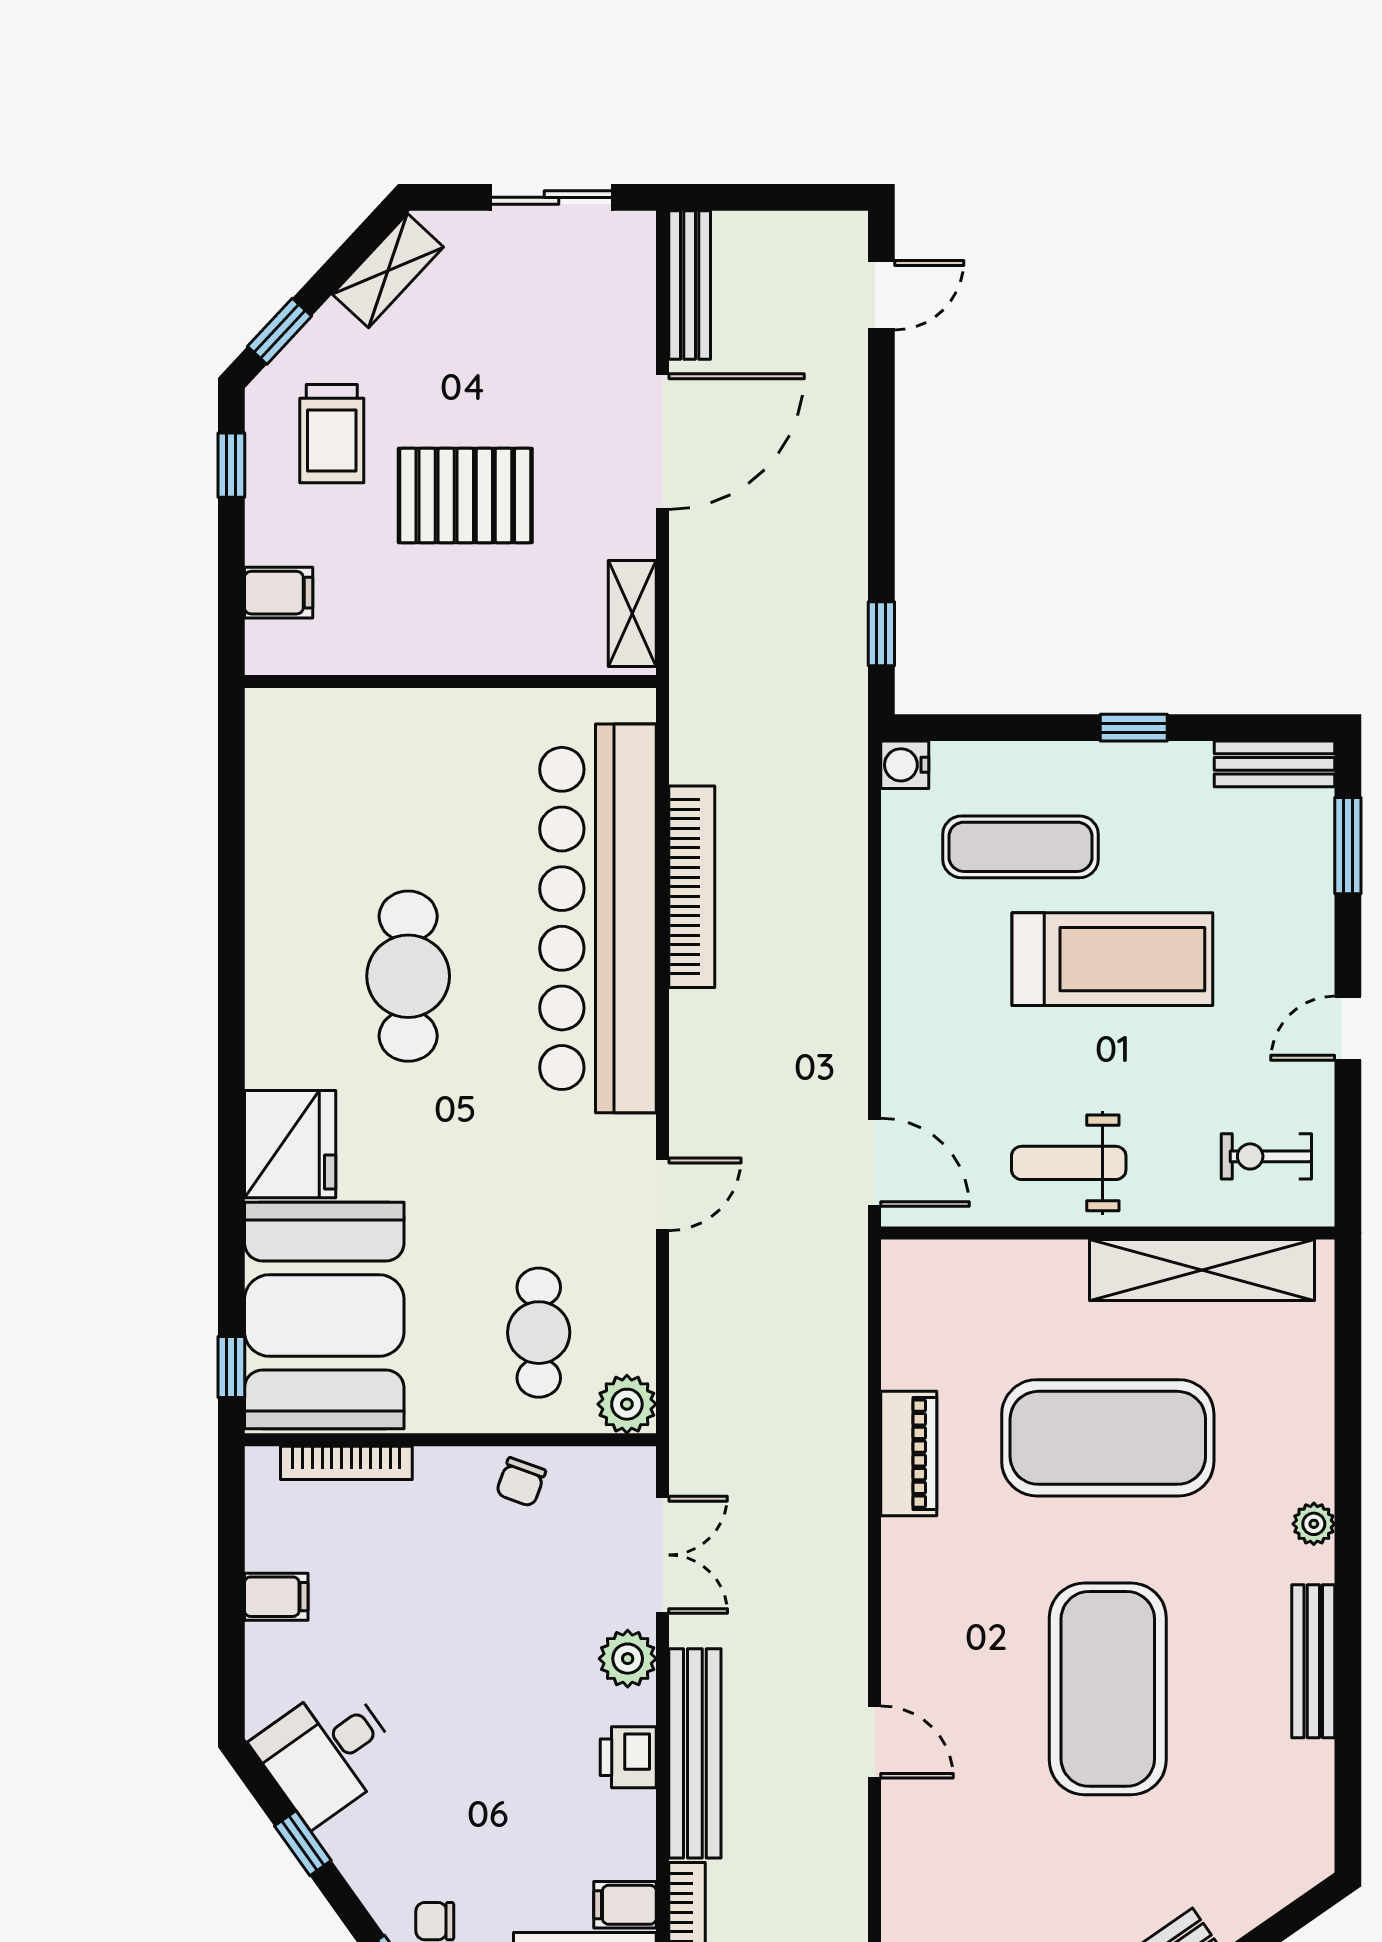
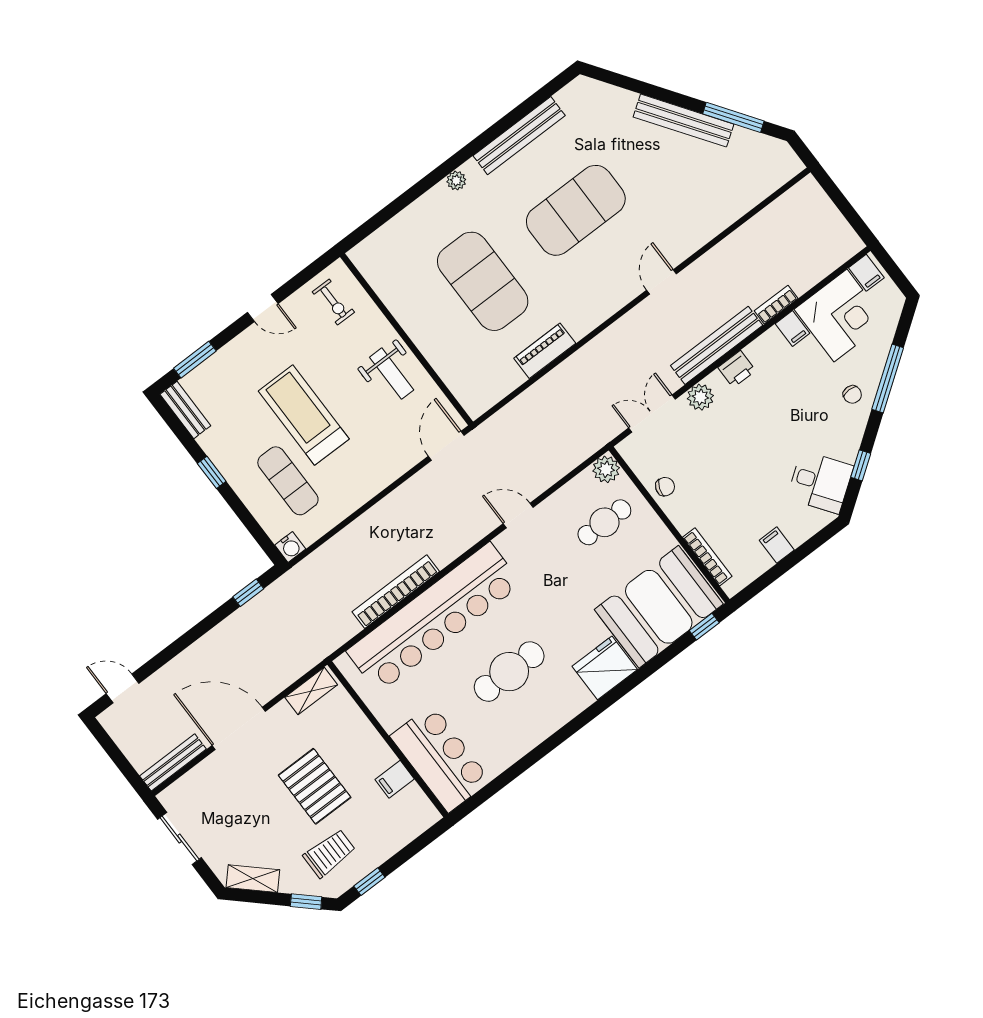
filing cabinet: (279, 593) -> (395, 779), moved, turned -90
bar counter: (349, 746) -> (440, 758), added
shelving: (1202, 1270) -> (394, 294), removed
bench: (1313, 1661) -> (519, 136), width x1.37, depth x1.21

